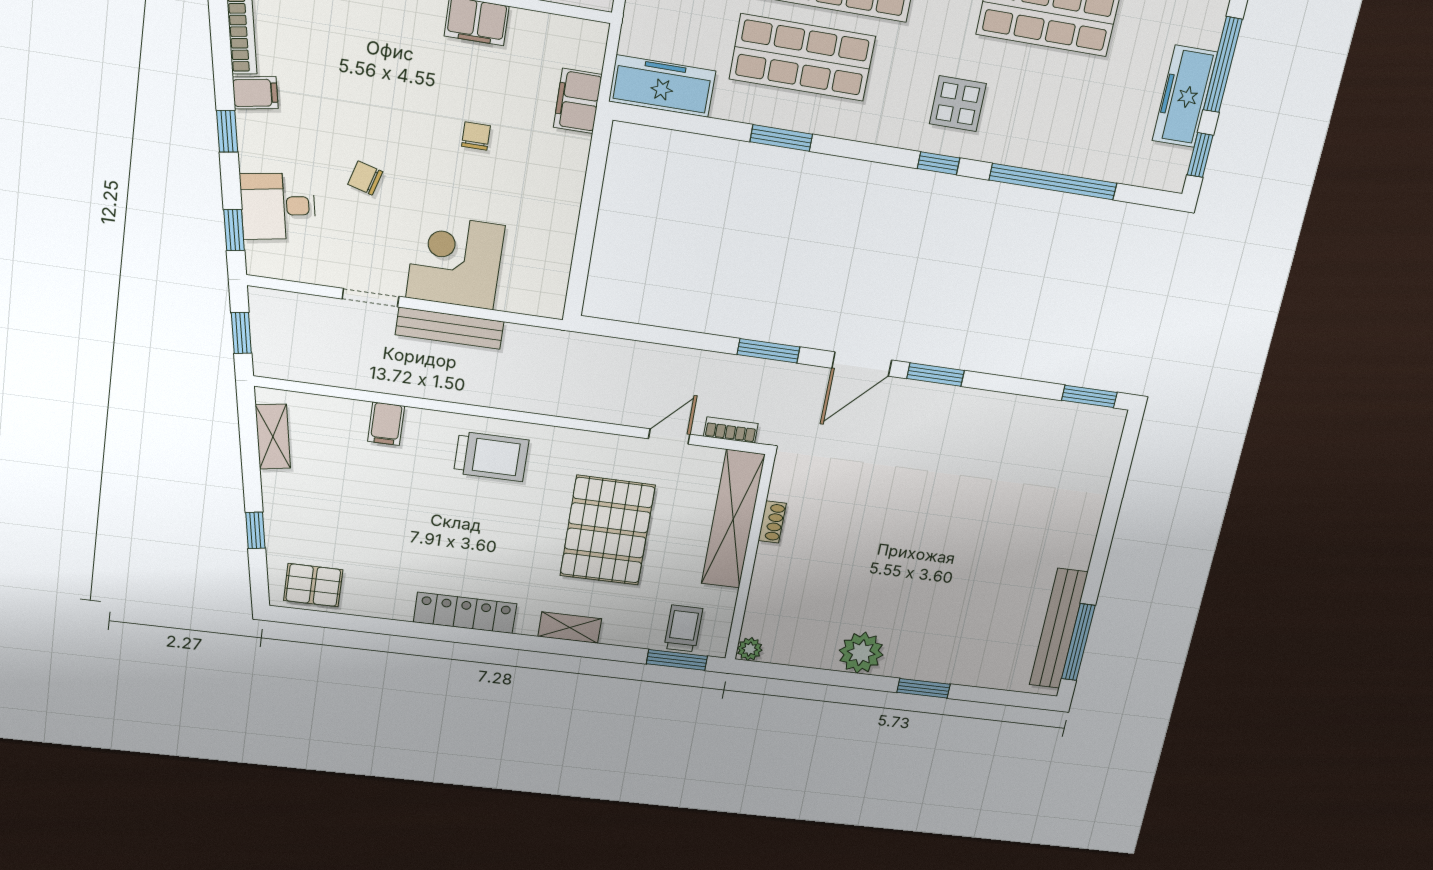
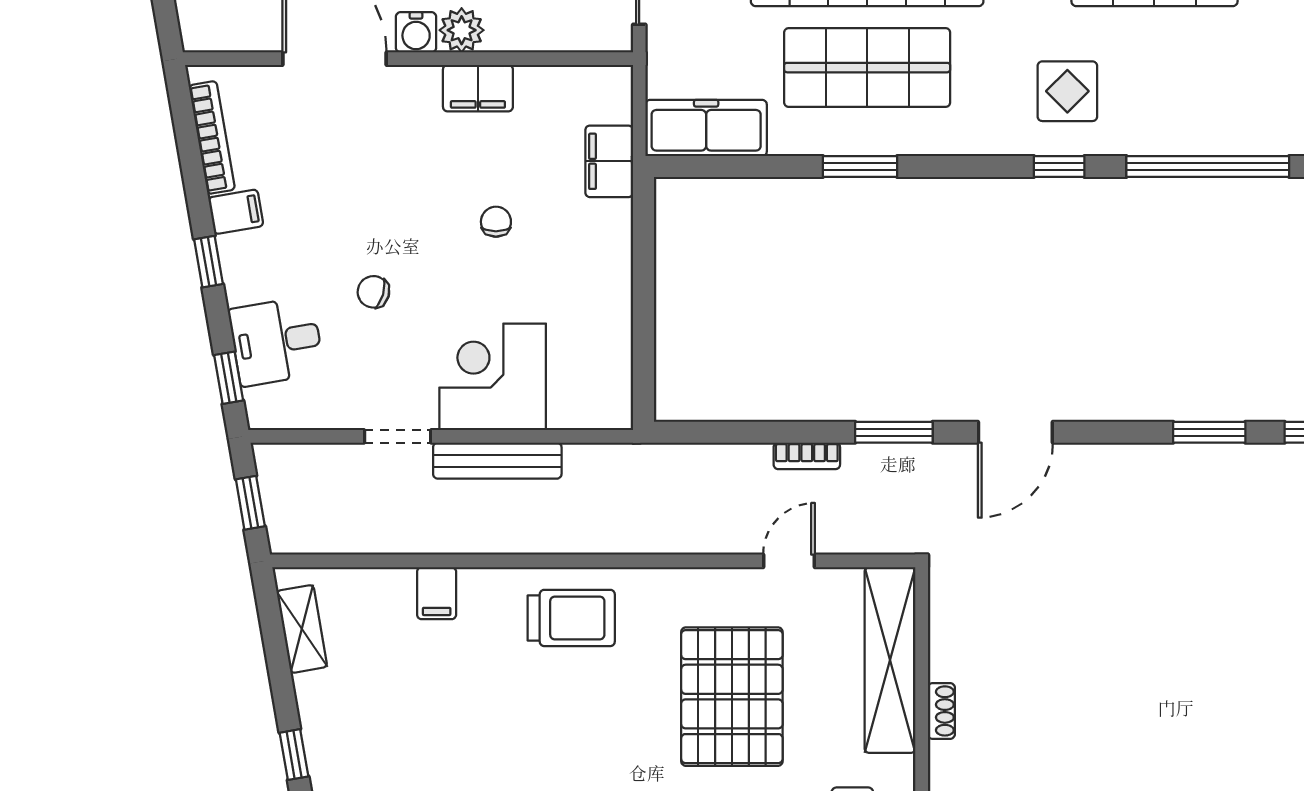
window: (935, 375) -> (1209, 432), moved
bookcase: (731, 430) -> (807, 456), moved, turned 180
shoe rack: (772, 522) -> (941, 711), moved

